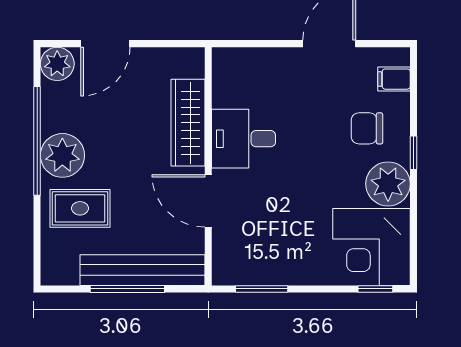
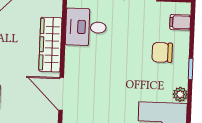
desk: (244, 139) -> (86, 27), moved
plant: (388, 184) -> (180, 94), width x0.53, depth x0.53

